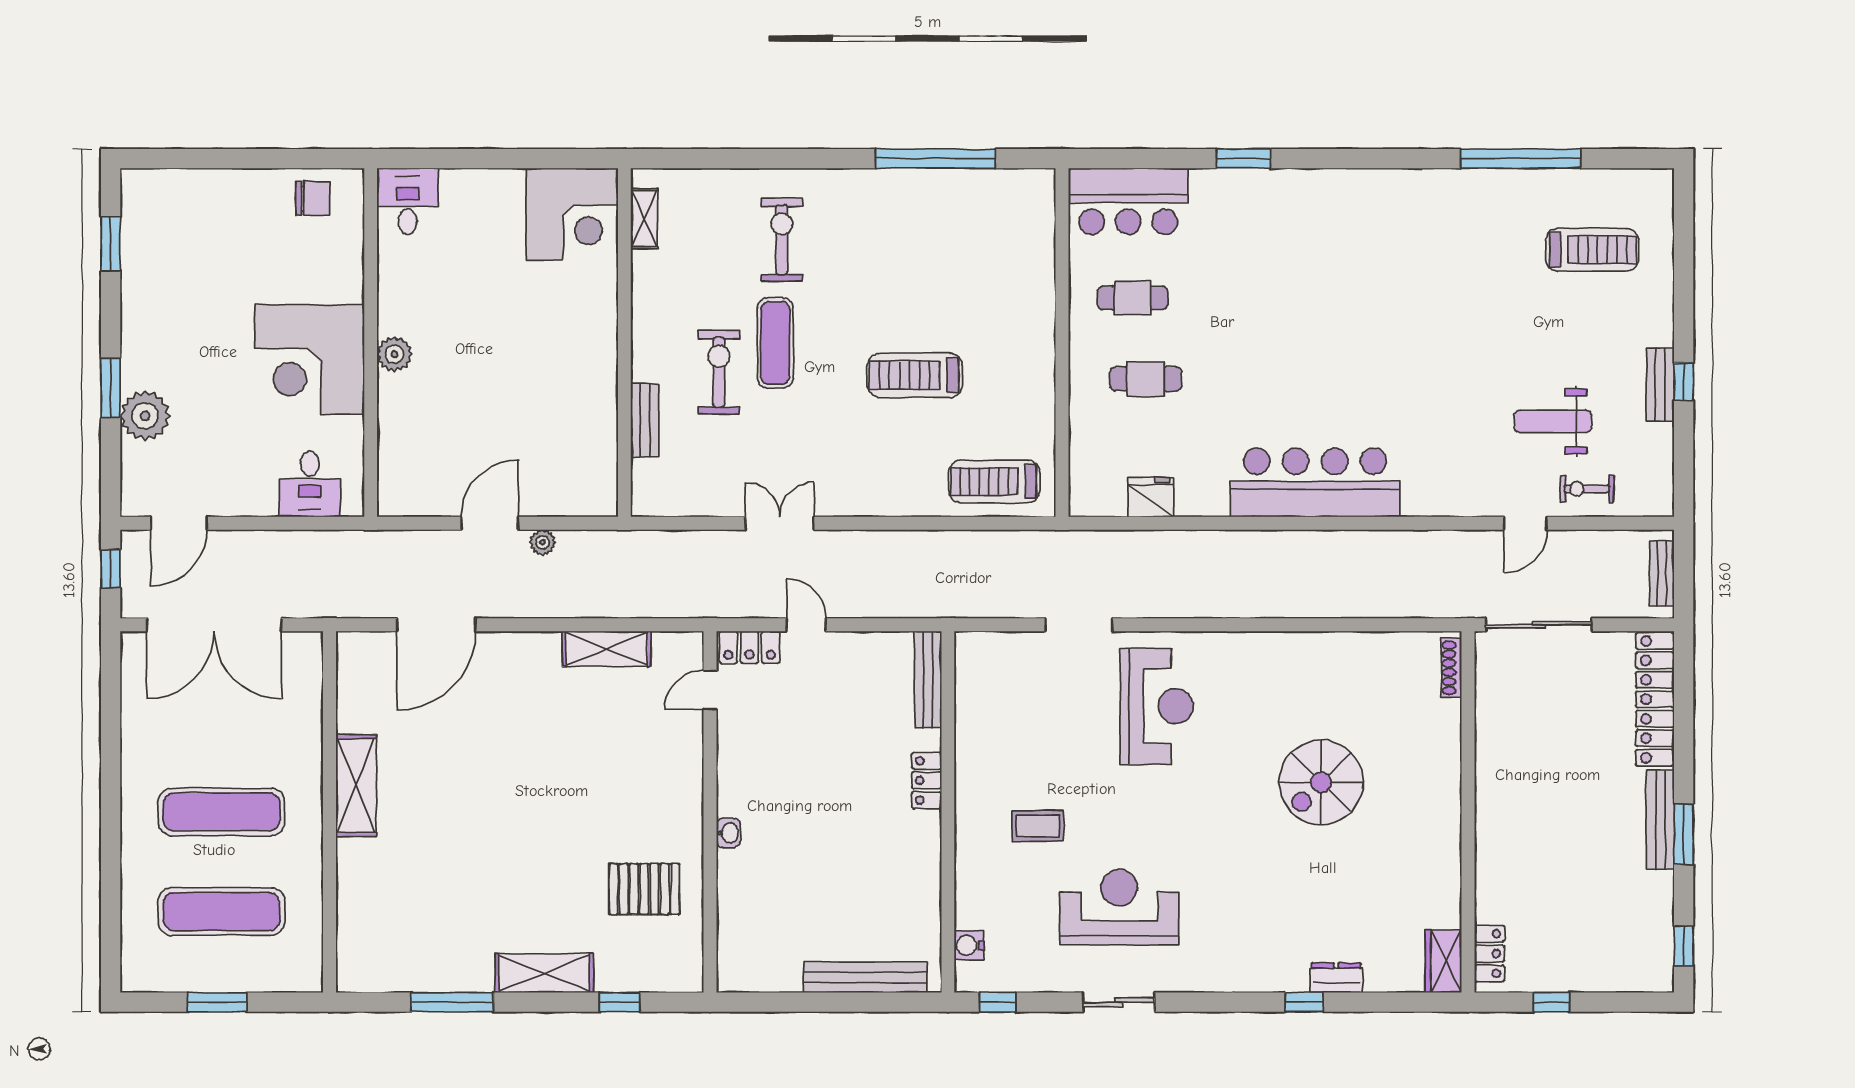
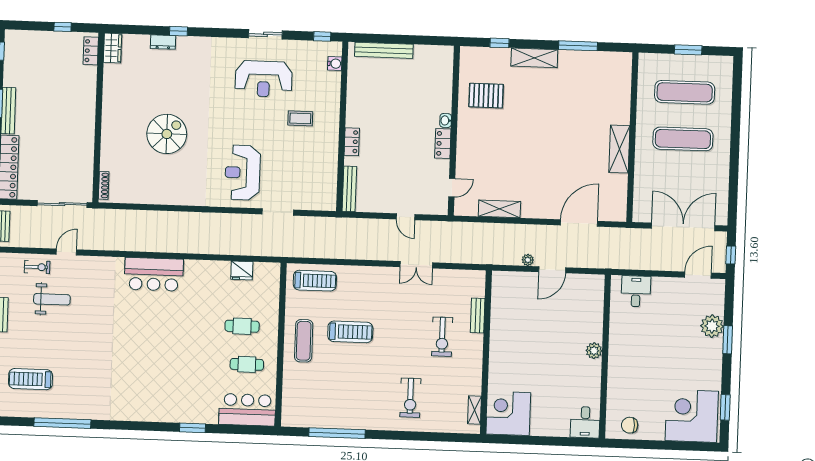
exercise mat: (775, 343) -> (304, 341), moved
corner desk: (310, 359) -> (692, 416), moved, turned -90
bar counter: (1315, 482) -> (154, 274), width x0.73
locker: (750, 647) -> (443, 144), moved, turned -90

